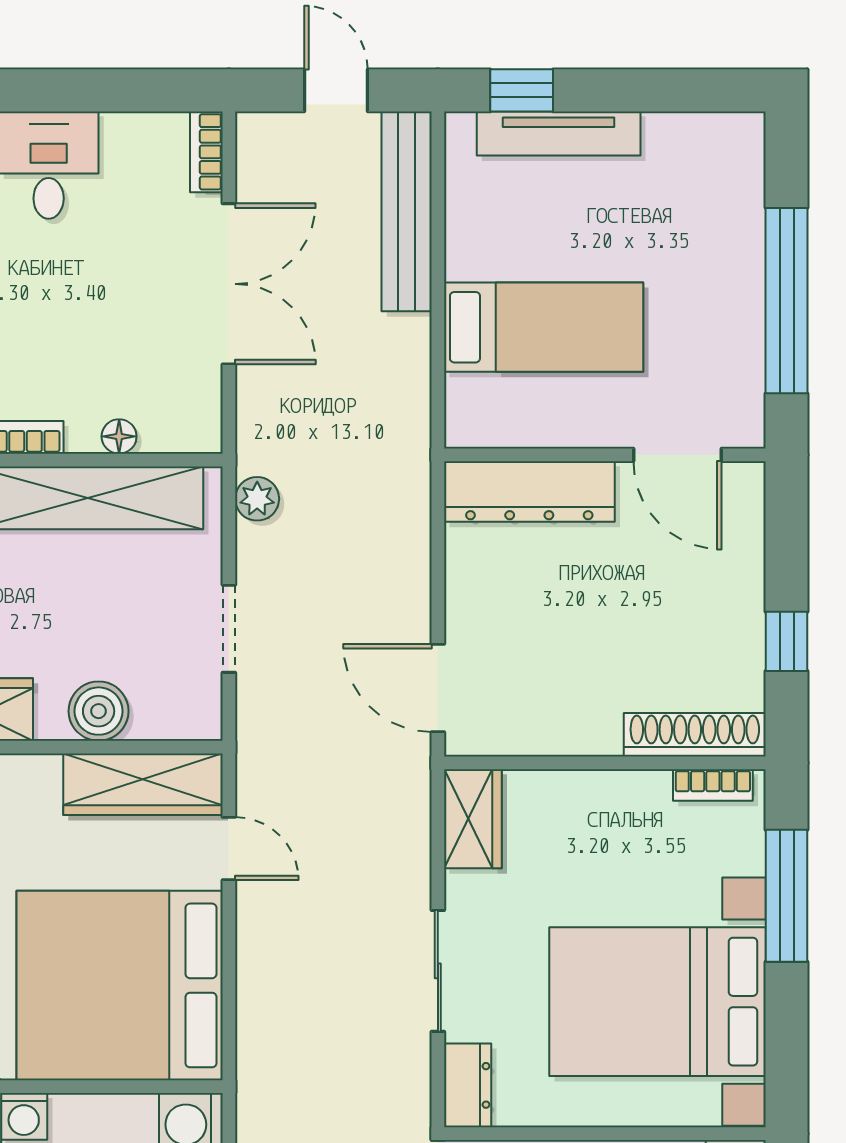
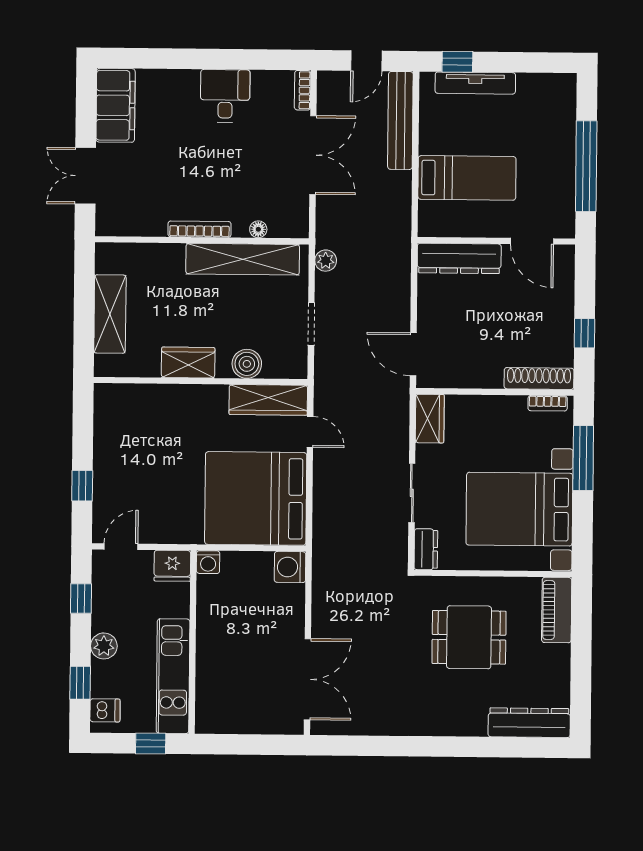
door: (336, 90) -> (366, 61), swing flipped

